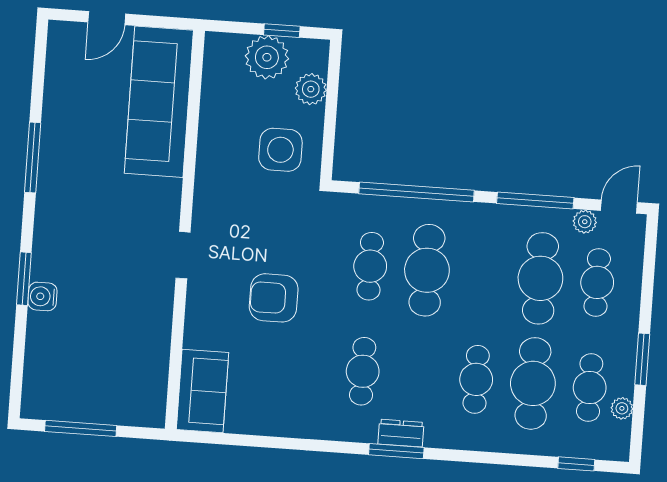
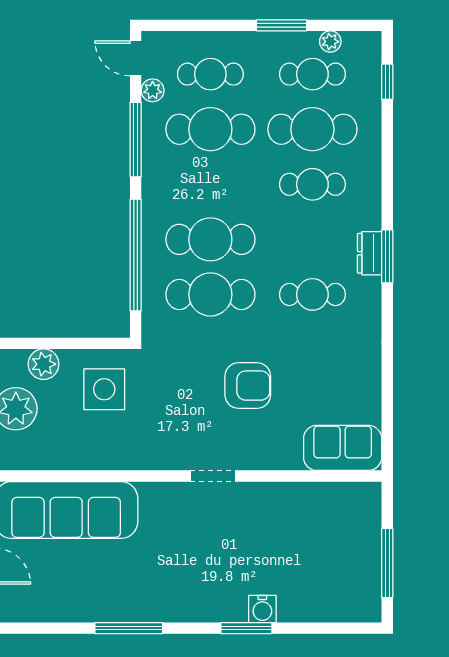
cafe table: (370, 266) -> (210, 294), width x1.37, depth x1.35
armchair: (274, 298) -> (248, 386), turned -90

